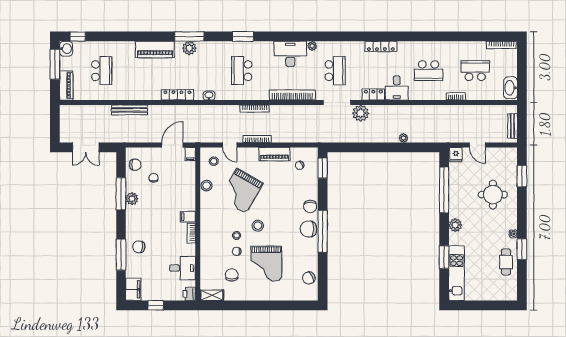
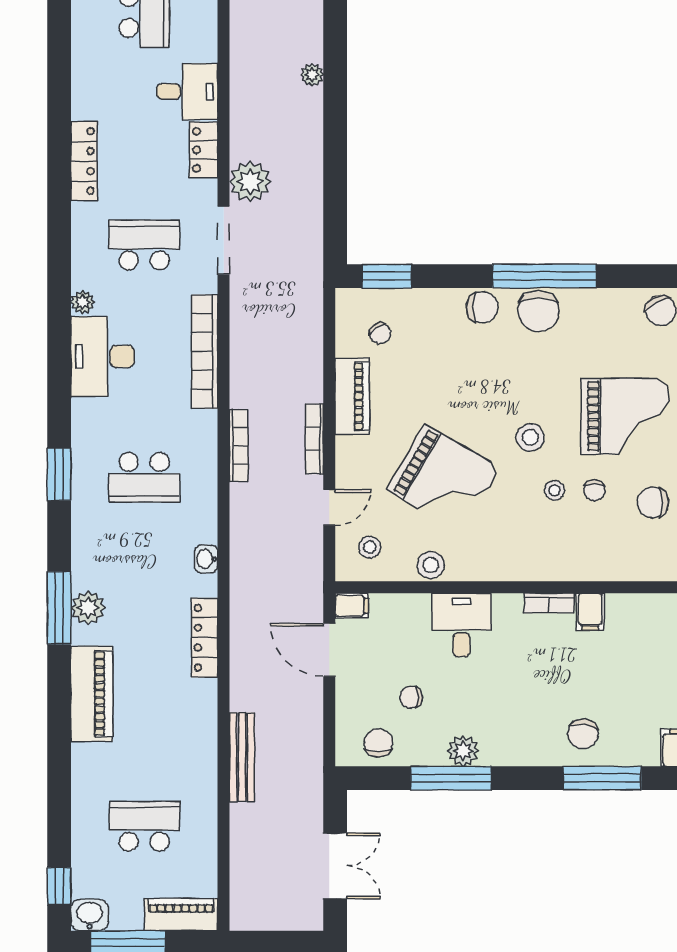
locker: (381, 46) -> (84, 161), moved
filing cabinet: (188, 217) -> (590, 612), moved
desk: (182, 268) -> (461, 625), moved

